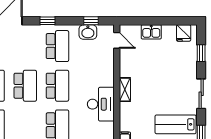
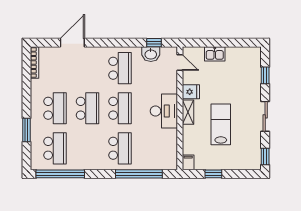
window: (47, 21) -> (110, 43), removed
fridge: (184, 33) -> (191, 92), moved, turned -90
desk: (101, 104) -> (164, 111), moved
lab bench: (176, 124) -> (221, 124), moved, turned 90

